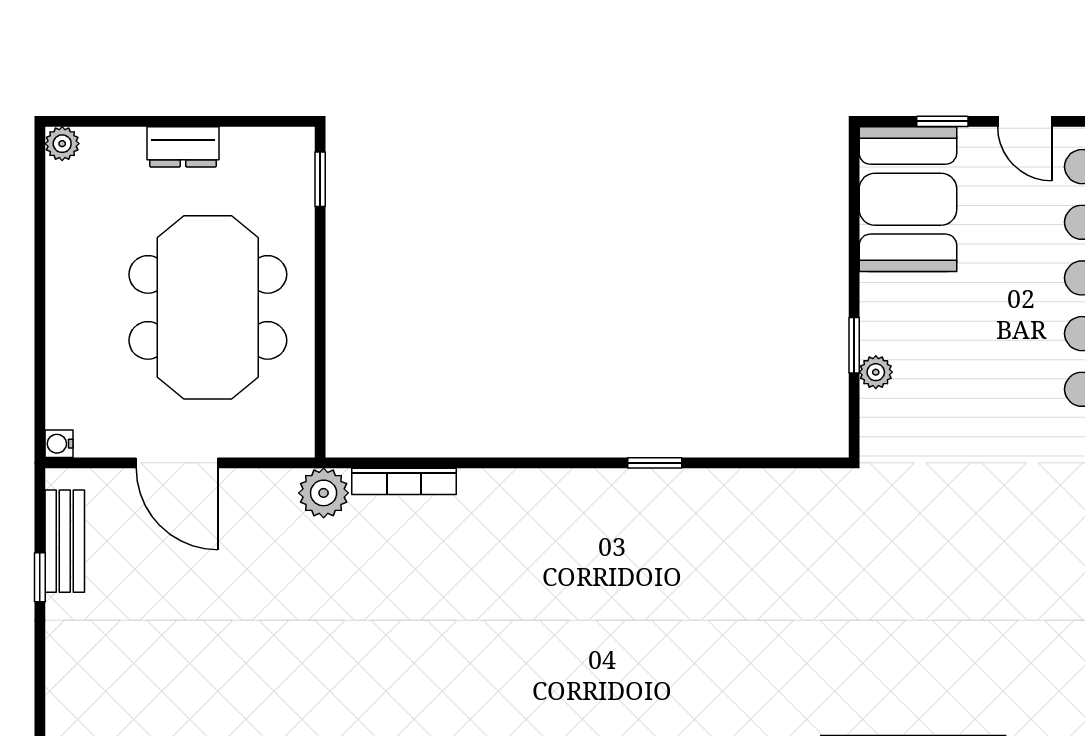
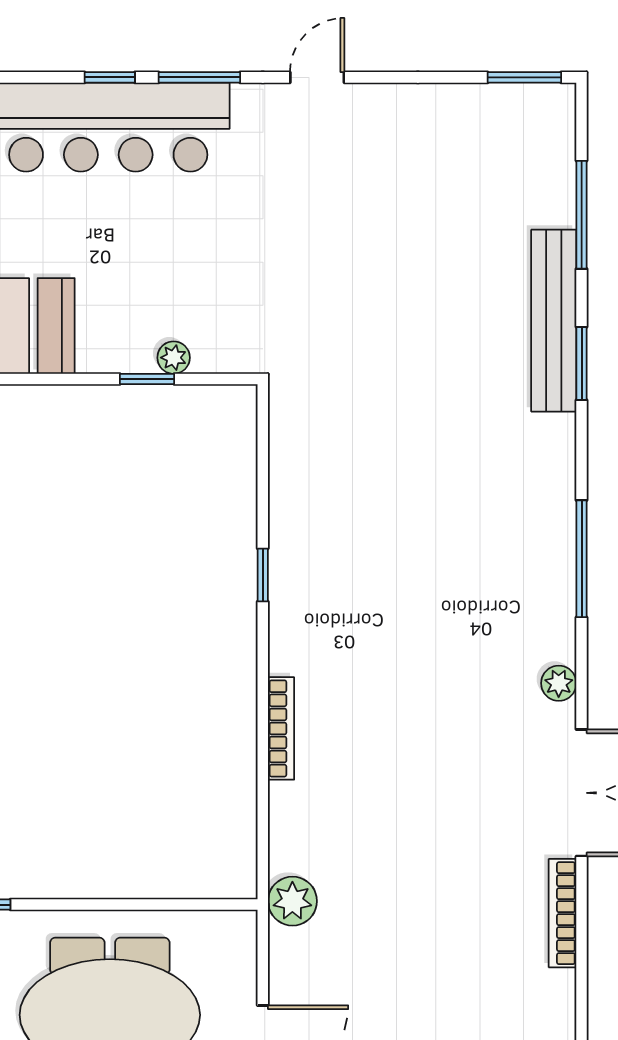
bookcase: (404, 481) -> (281, 728), moved

